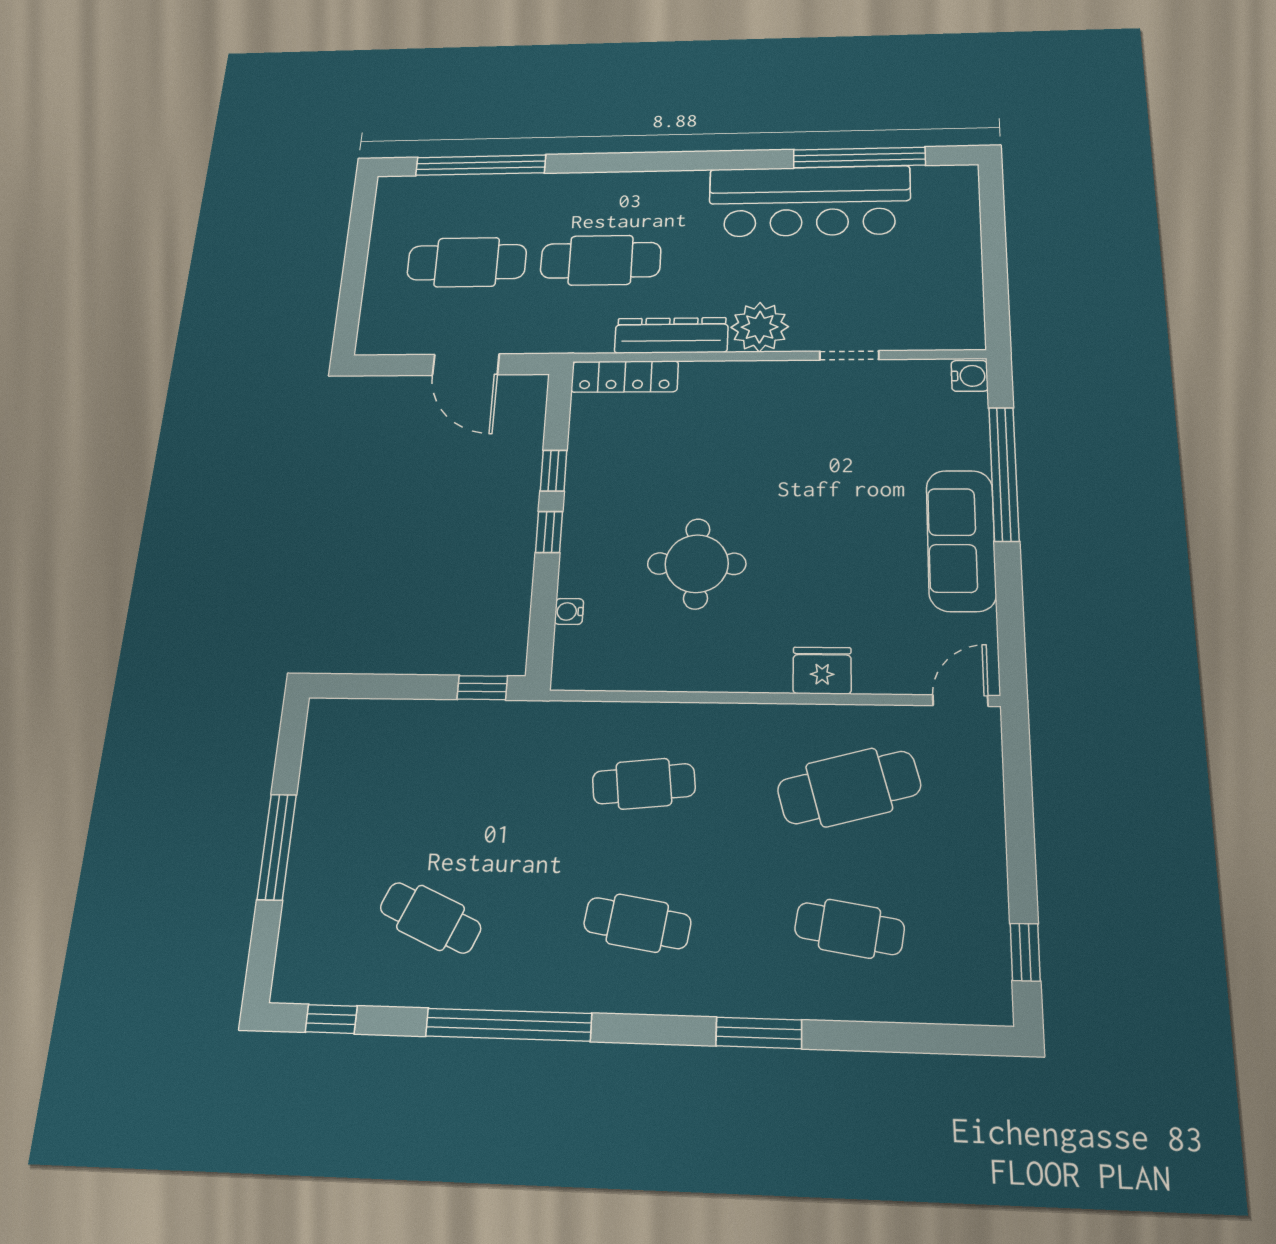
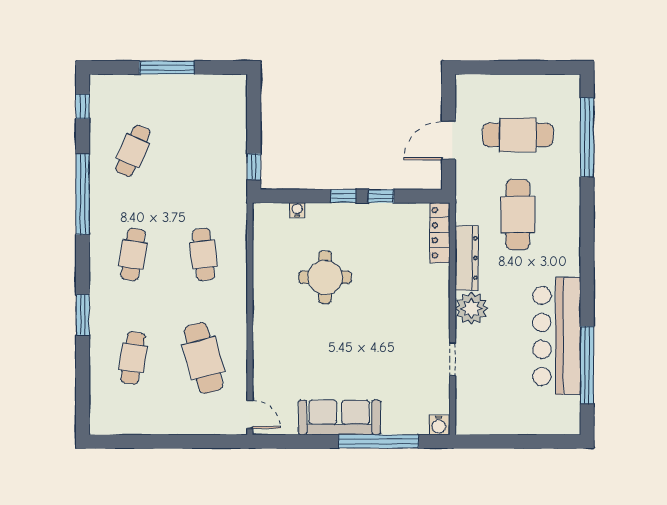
cafe table: (467, 262) -> (518, 135), turned 90
fridge: (822, 671) -> (265, 344), removed
window: (1025, 952) -> (124, 441), removed

